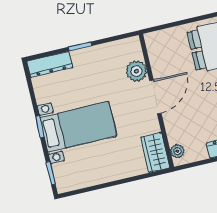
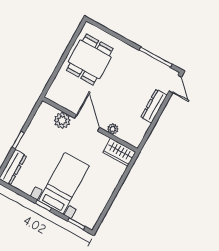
plant: (177, 151) -> (113, 129), moved

